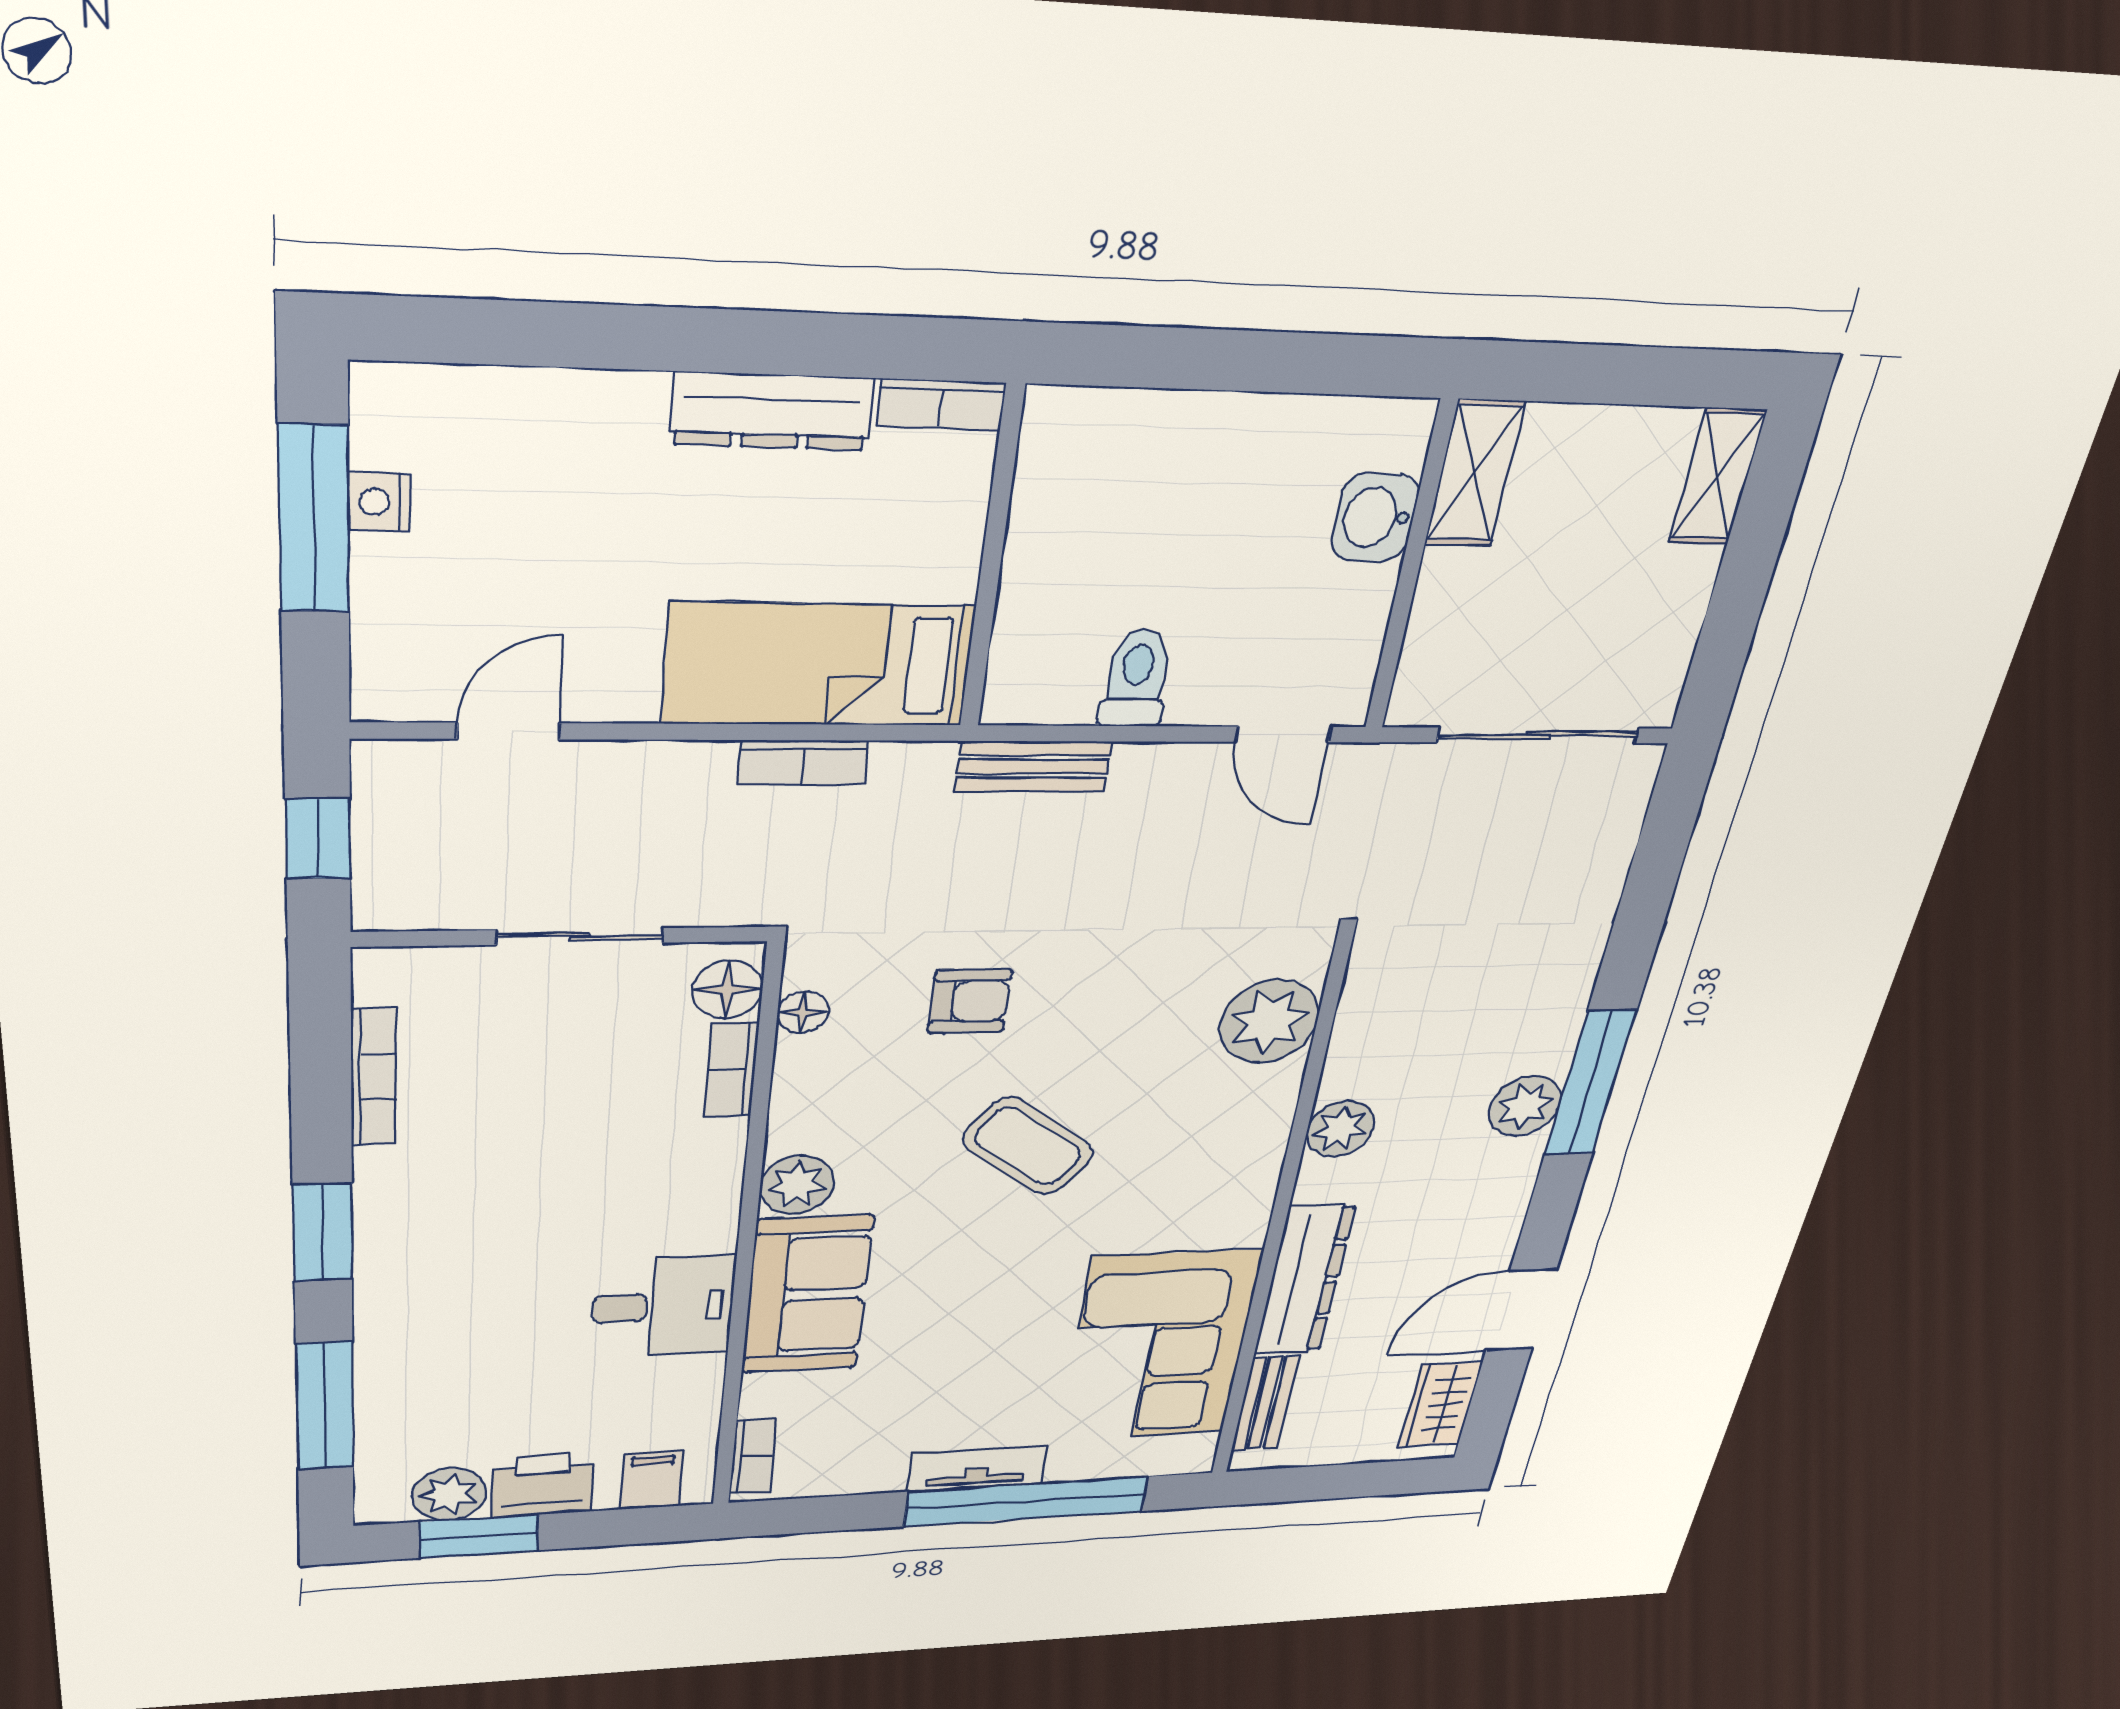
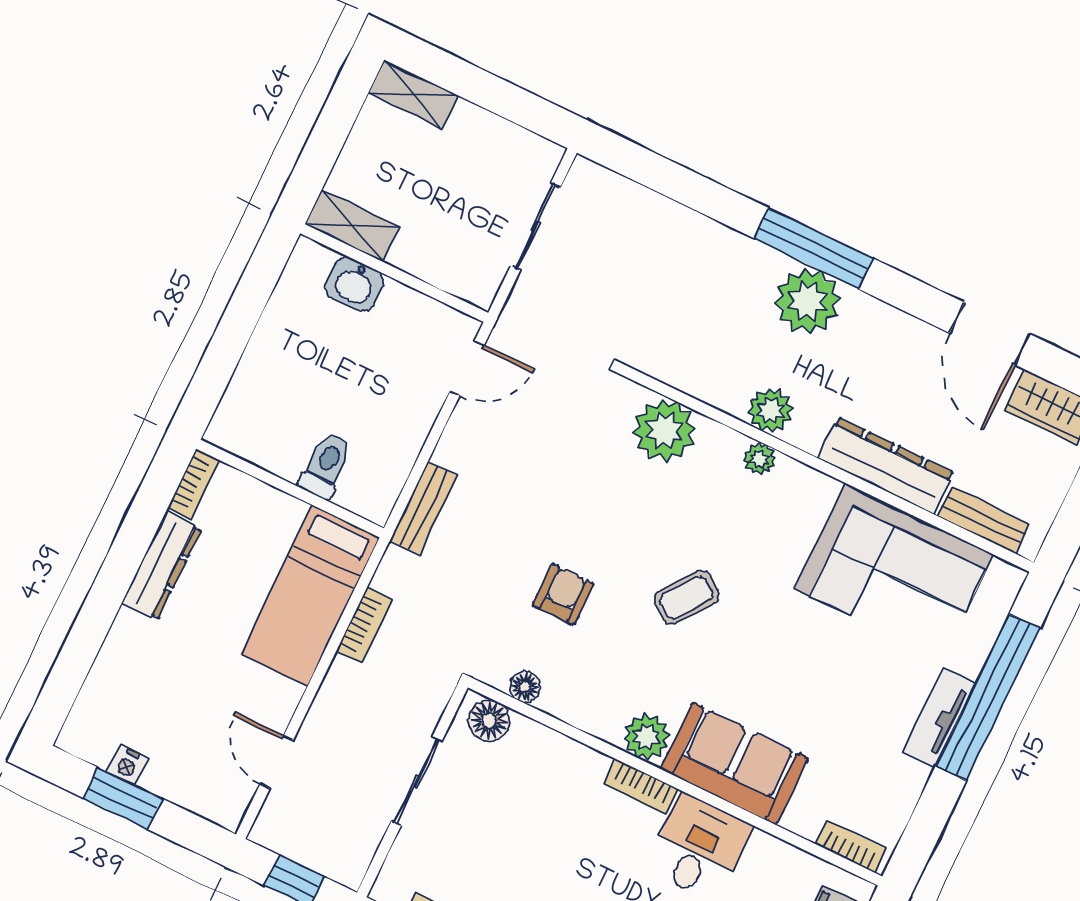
window: (314, 519) -> (123, 798), width x0.69
toilet: (1136, 678) -> (326, 466), moved, turned 90
sliding door: (1538, 735) -> (536, 226), width x0.73
bookcase: (732, 1070) -> (641, 786), moved
plant: (1525, 1106) -> (808, 301), width x1.36, depth x1.36
plant: (1265, 1145) -> (759, 459), added
coffee table: (1028, 1146) -> (687, 598), width x0.73, depth x0.77

